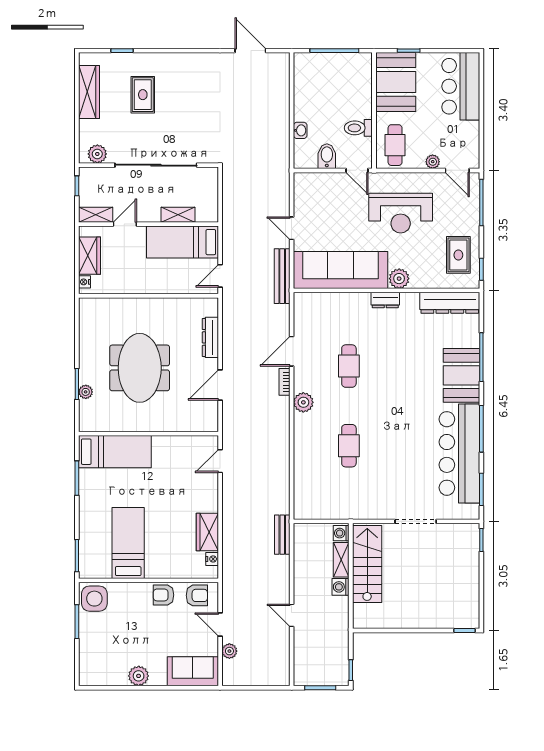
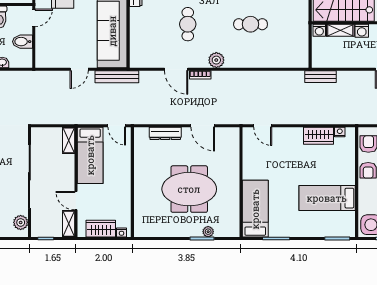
shelving: (178, 215) -> (69, 140), moved
cafe table: (349, 366) -> (188, 24), turned 90

